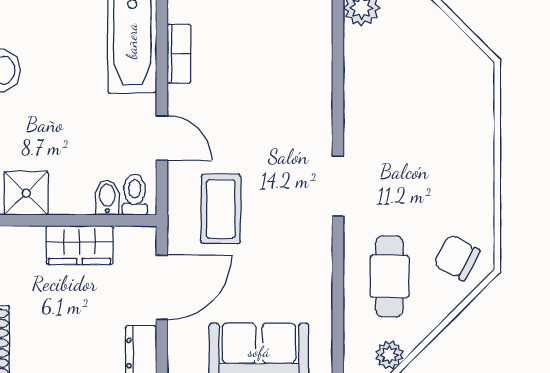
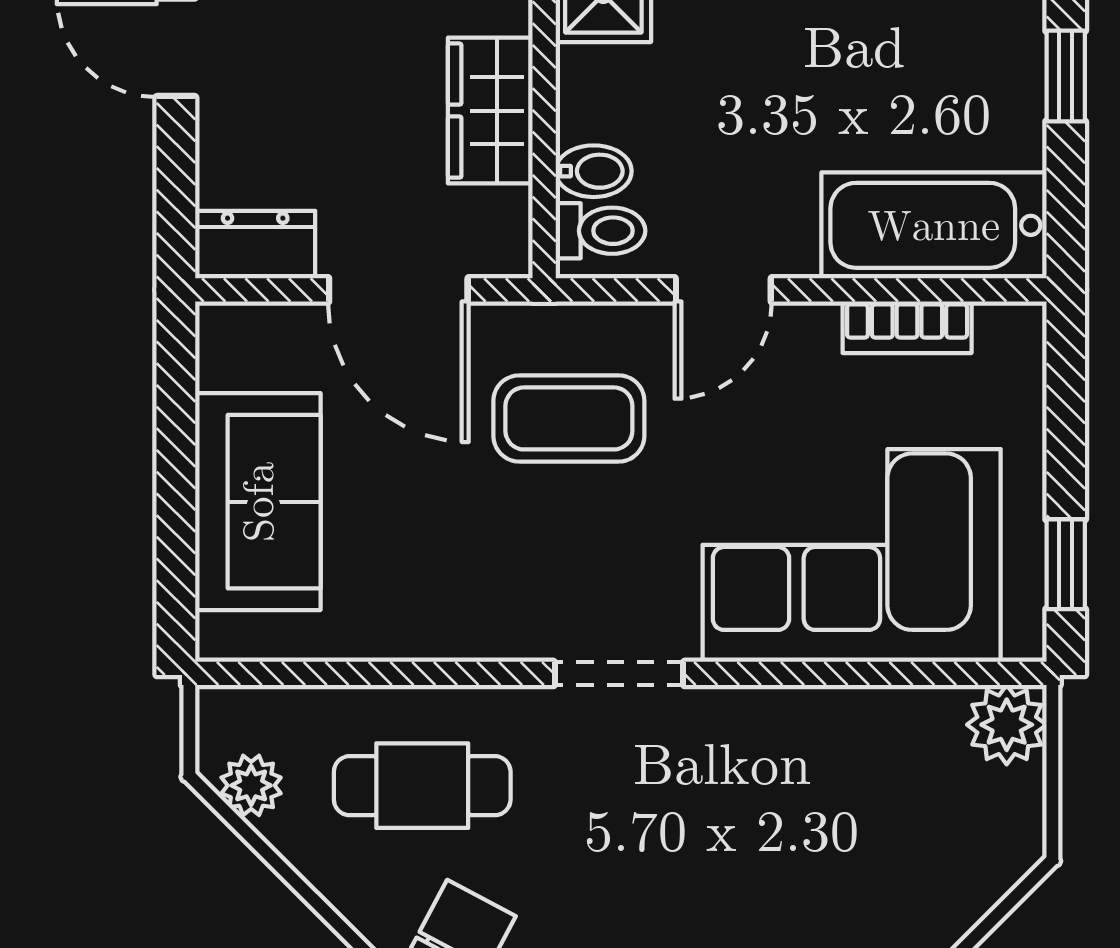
corner sofa: (284, 79) -> (852, 555), added

